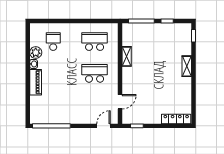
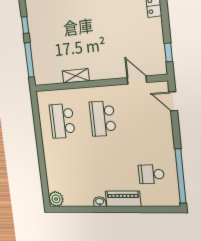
school desk: (53, 42) -> (151, 174), moved
plant: (36, 52) -> (56, 199), moved

